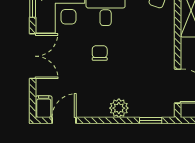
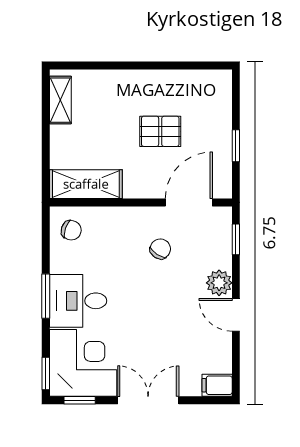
chair: (100, 53) -> (160, 249), moved, turned 123
door: (64, 120) -> (236, 315), moved

